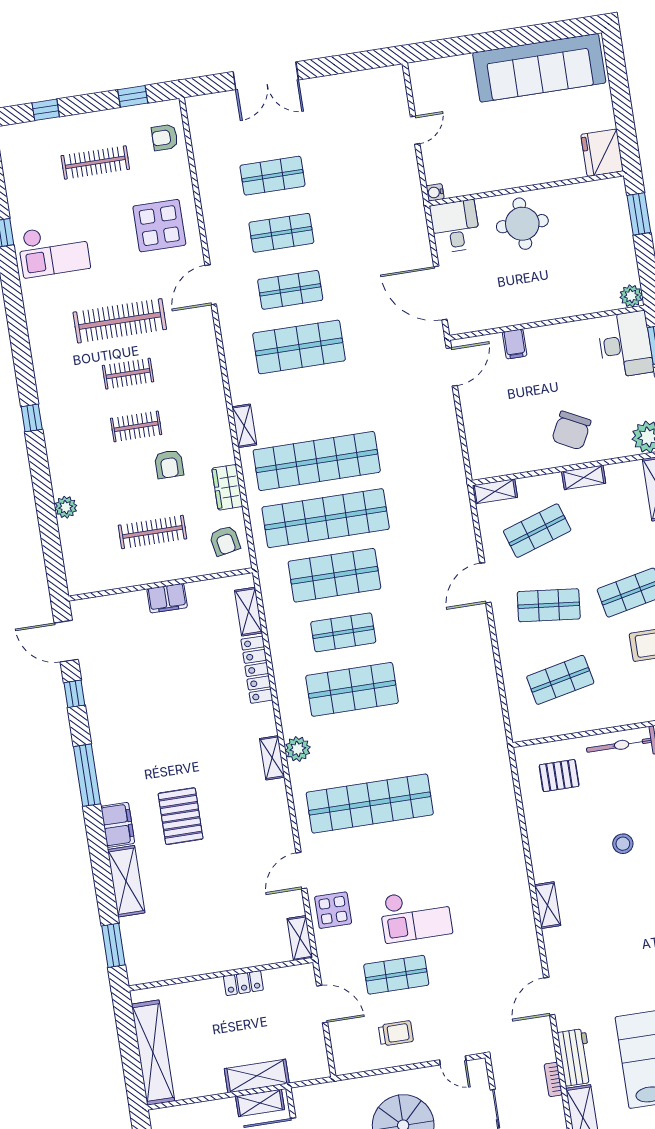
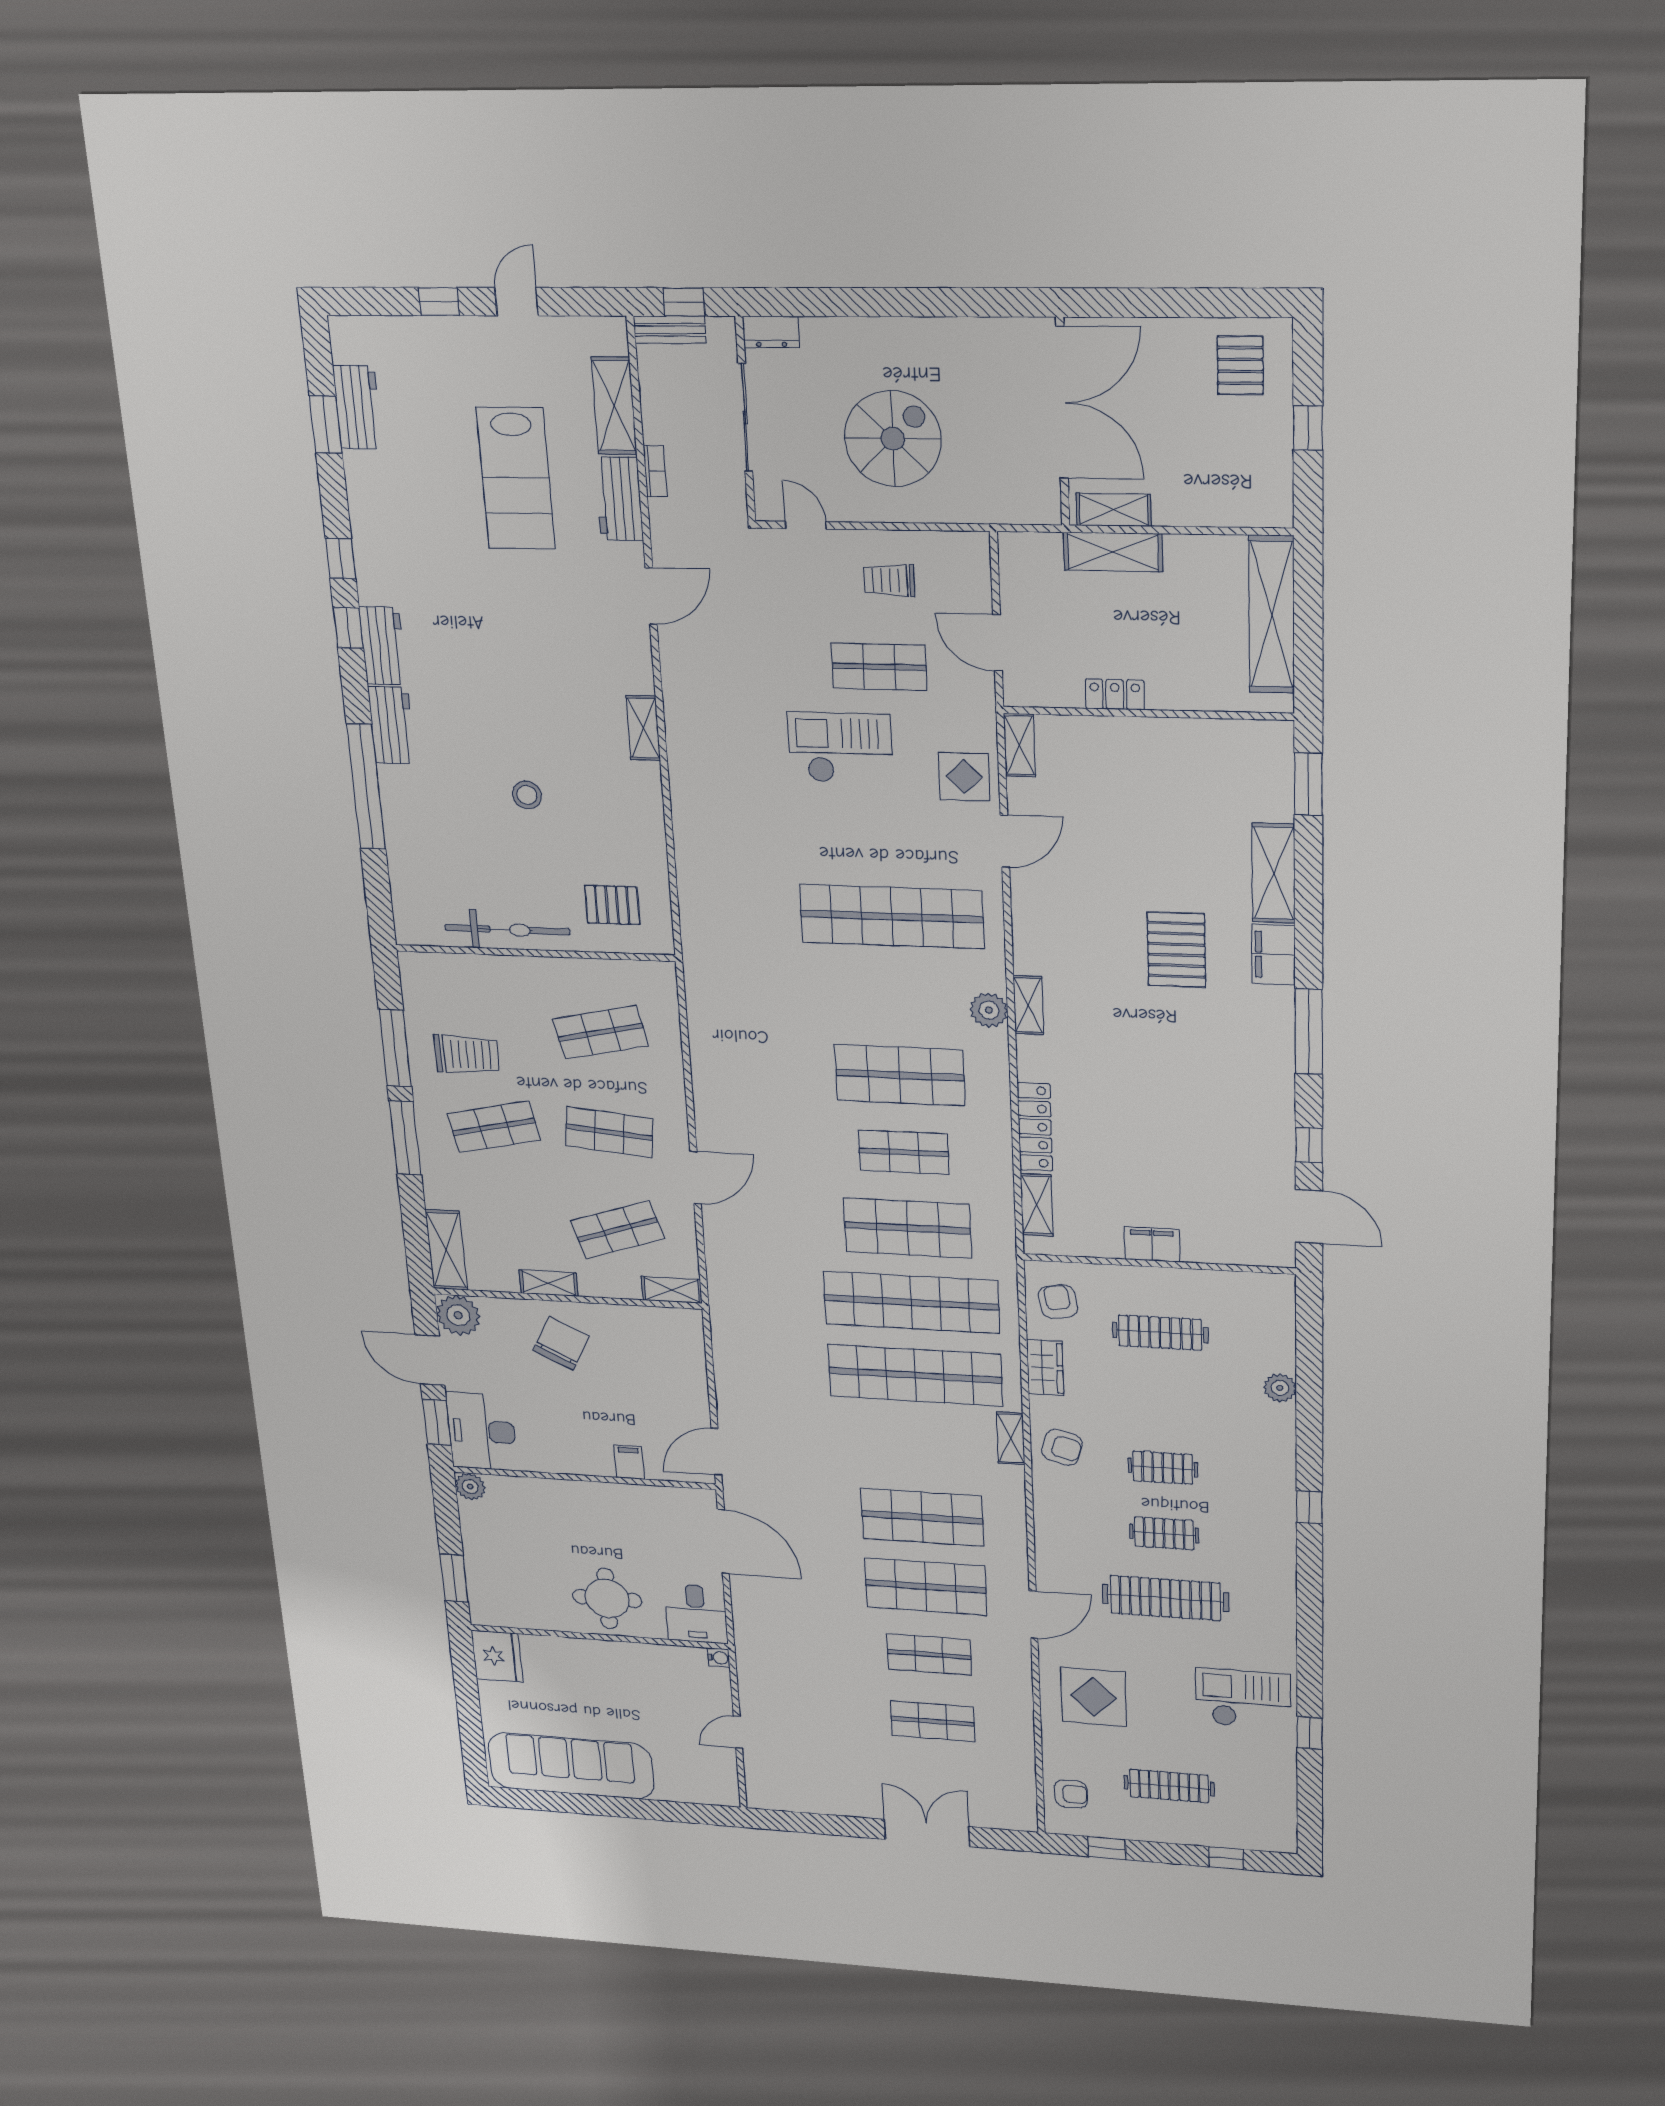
shop shelf: (290, 290) -> (926, 1587), width x1.43, depth x1.36
armchair: (169, 464) -> (1062, 1447), moved, turned 106

